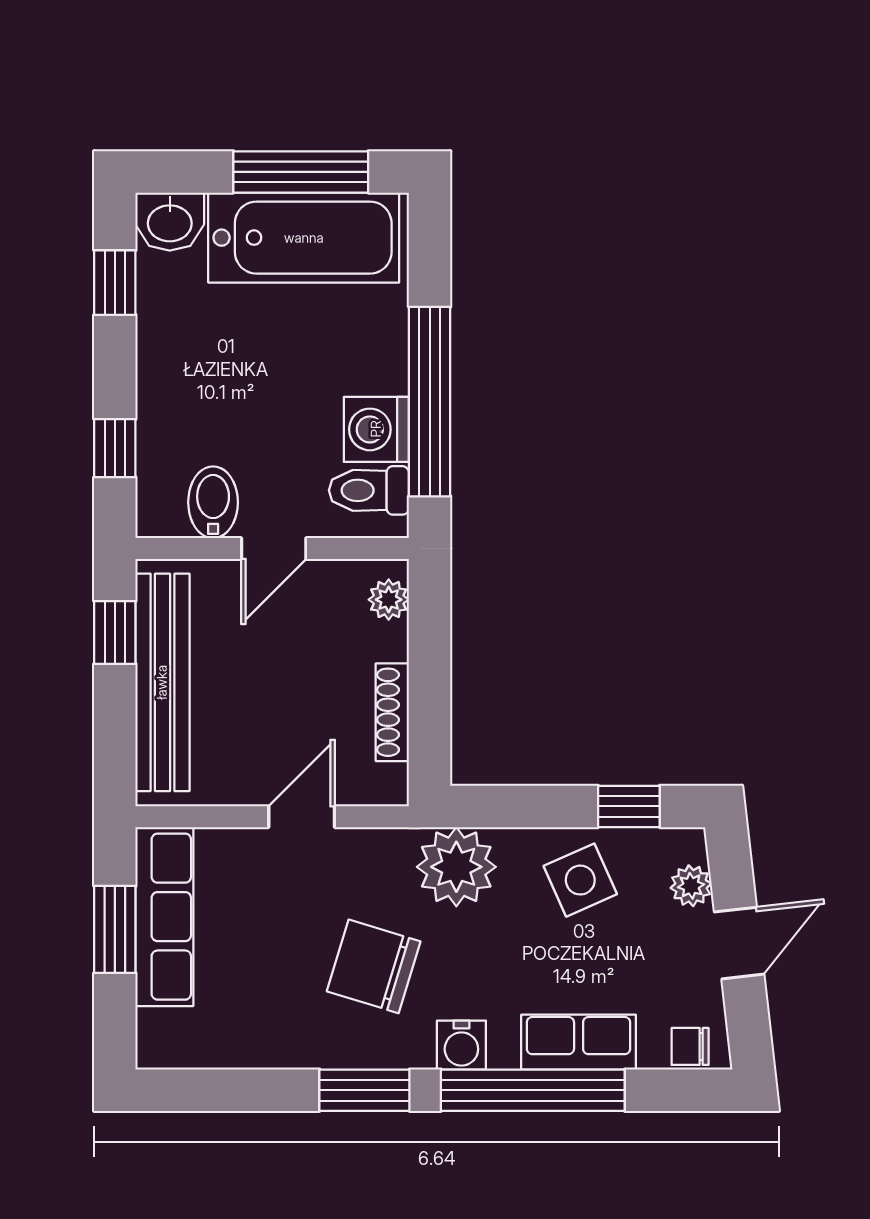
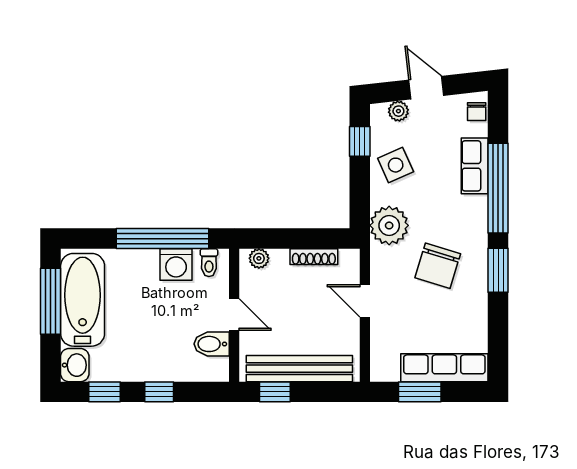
window: (115, 448) -> (159, 392), moved
toilet: (369, 490) -> (209, 263), width x0.73, depth x0.72
row of seats: (164, 917) -> (444, 368), moved
water cooler: (461, 1045) -> (476, 223), removed

